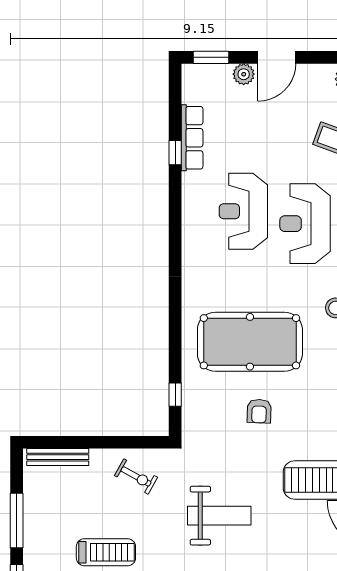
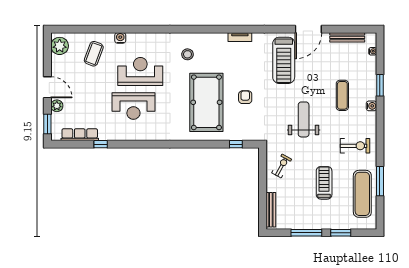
row of seats: (192, 138) -> (80, 135), moved
reception desk: (305, 224) -> (140, 71), turned 180
armchair: (259, 411) -> (245, 97), turned -92

